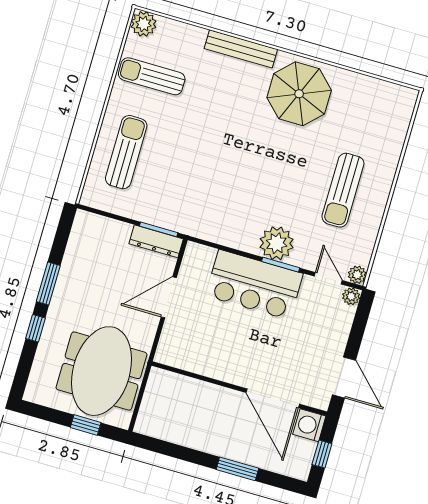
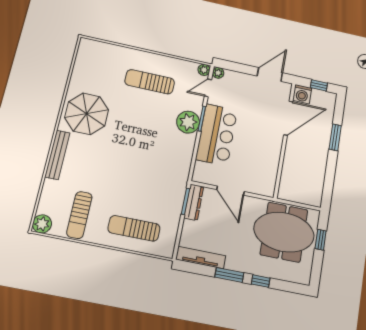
sun lounger: (343, 190) -> (150, 82), turned 180
tv unit: (76, 244) -> (201, 258), added

